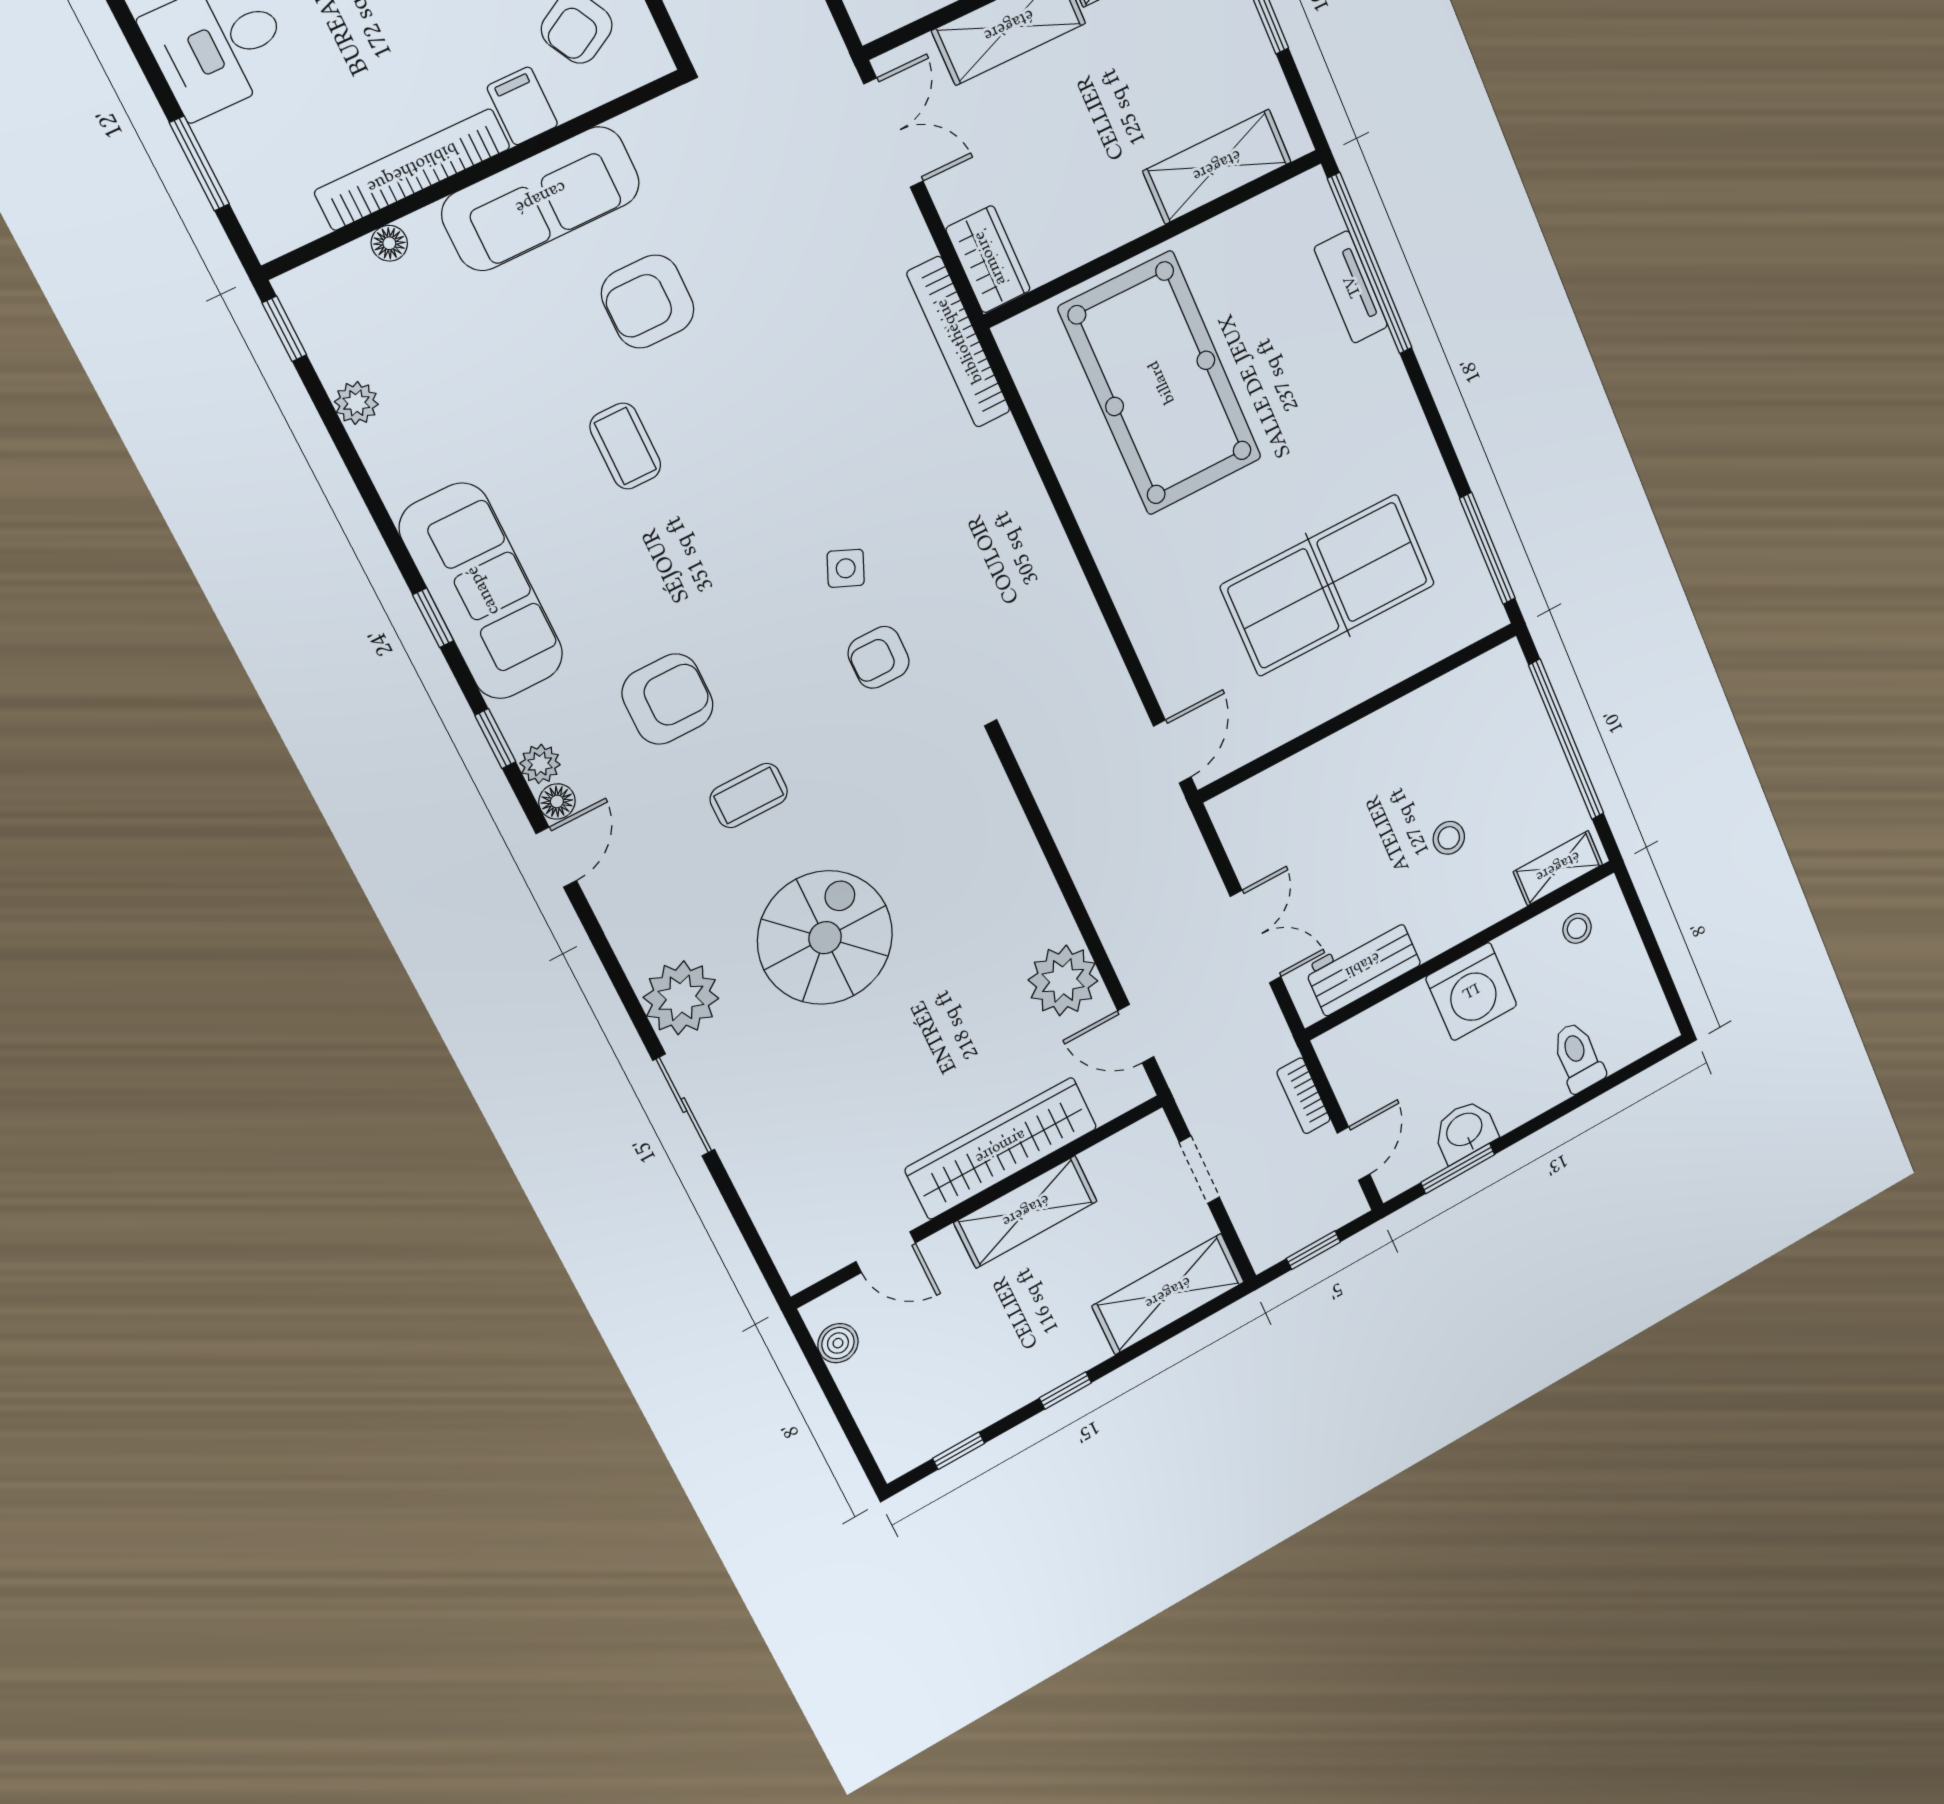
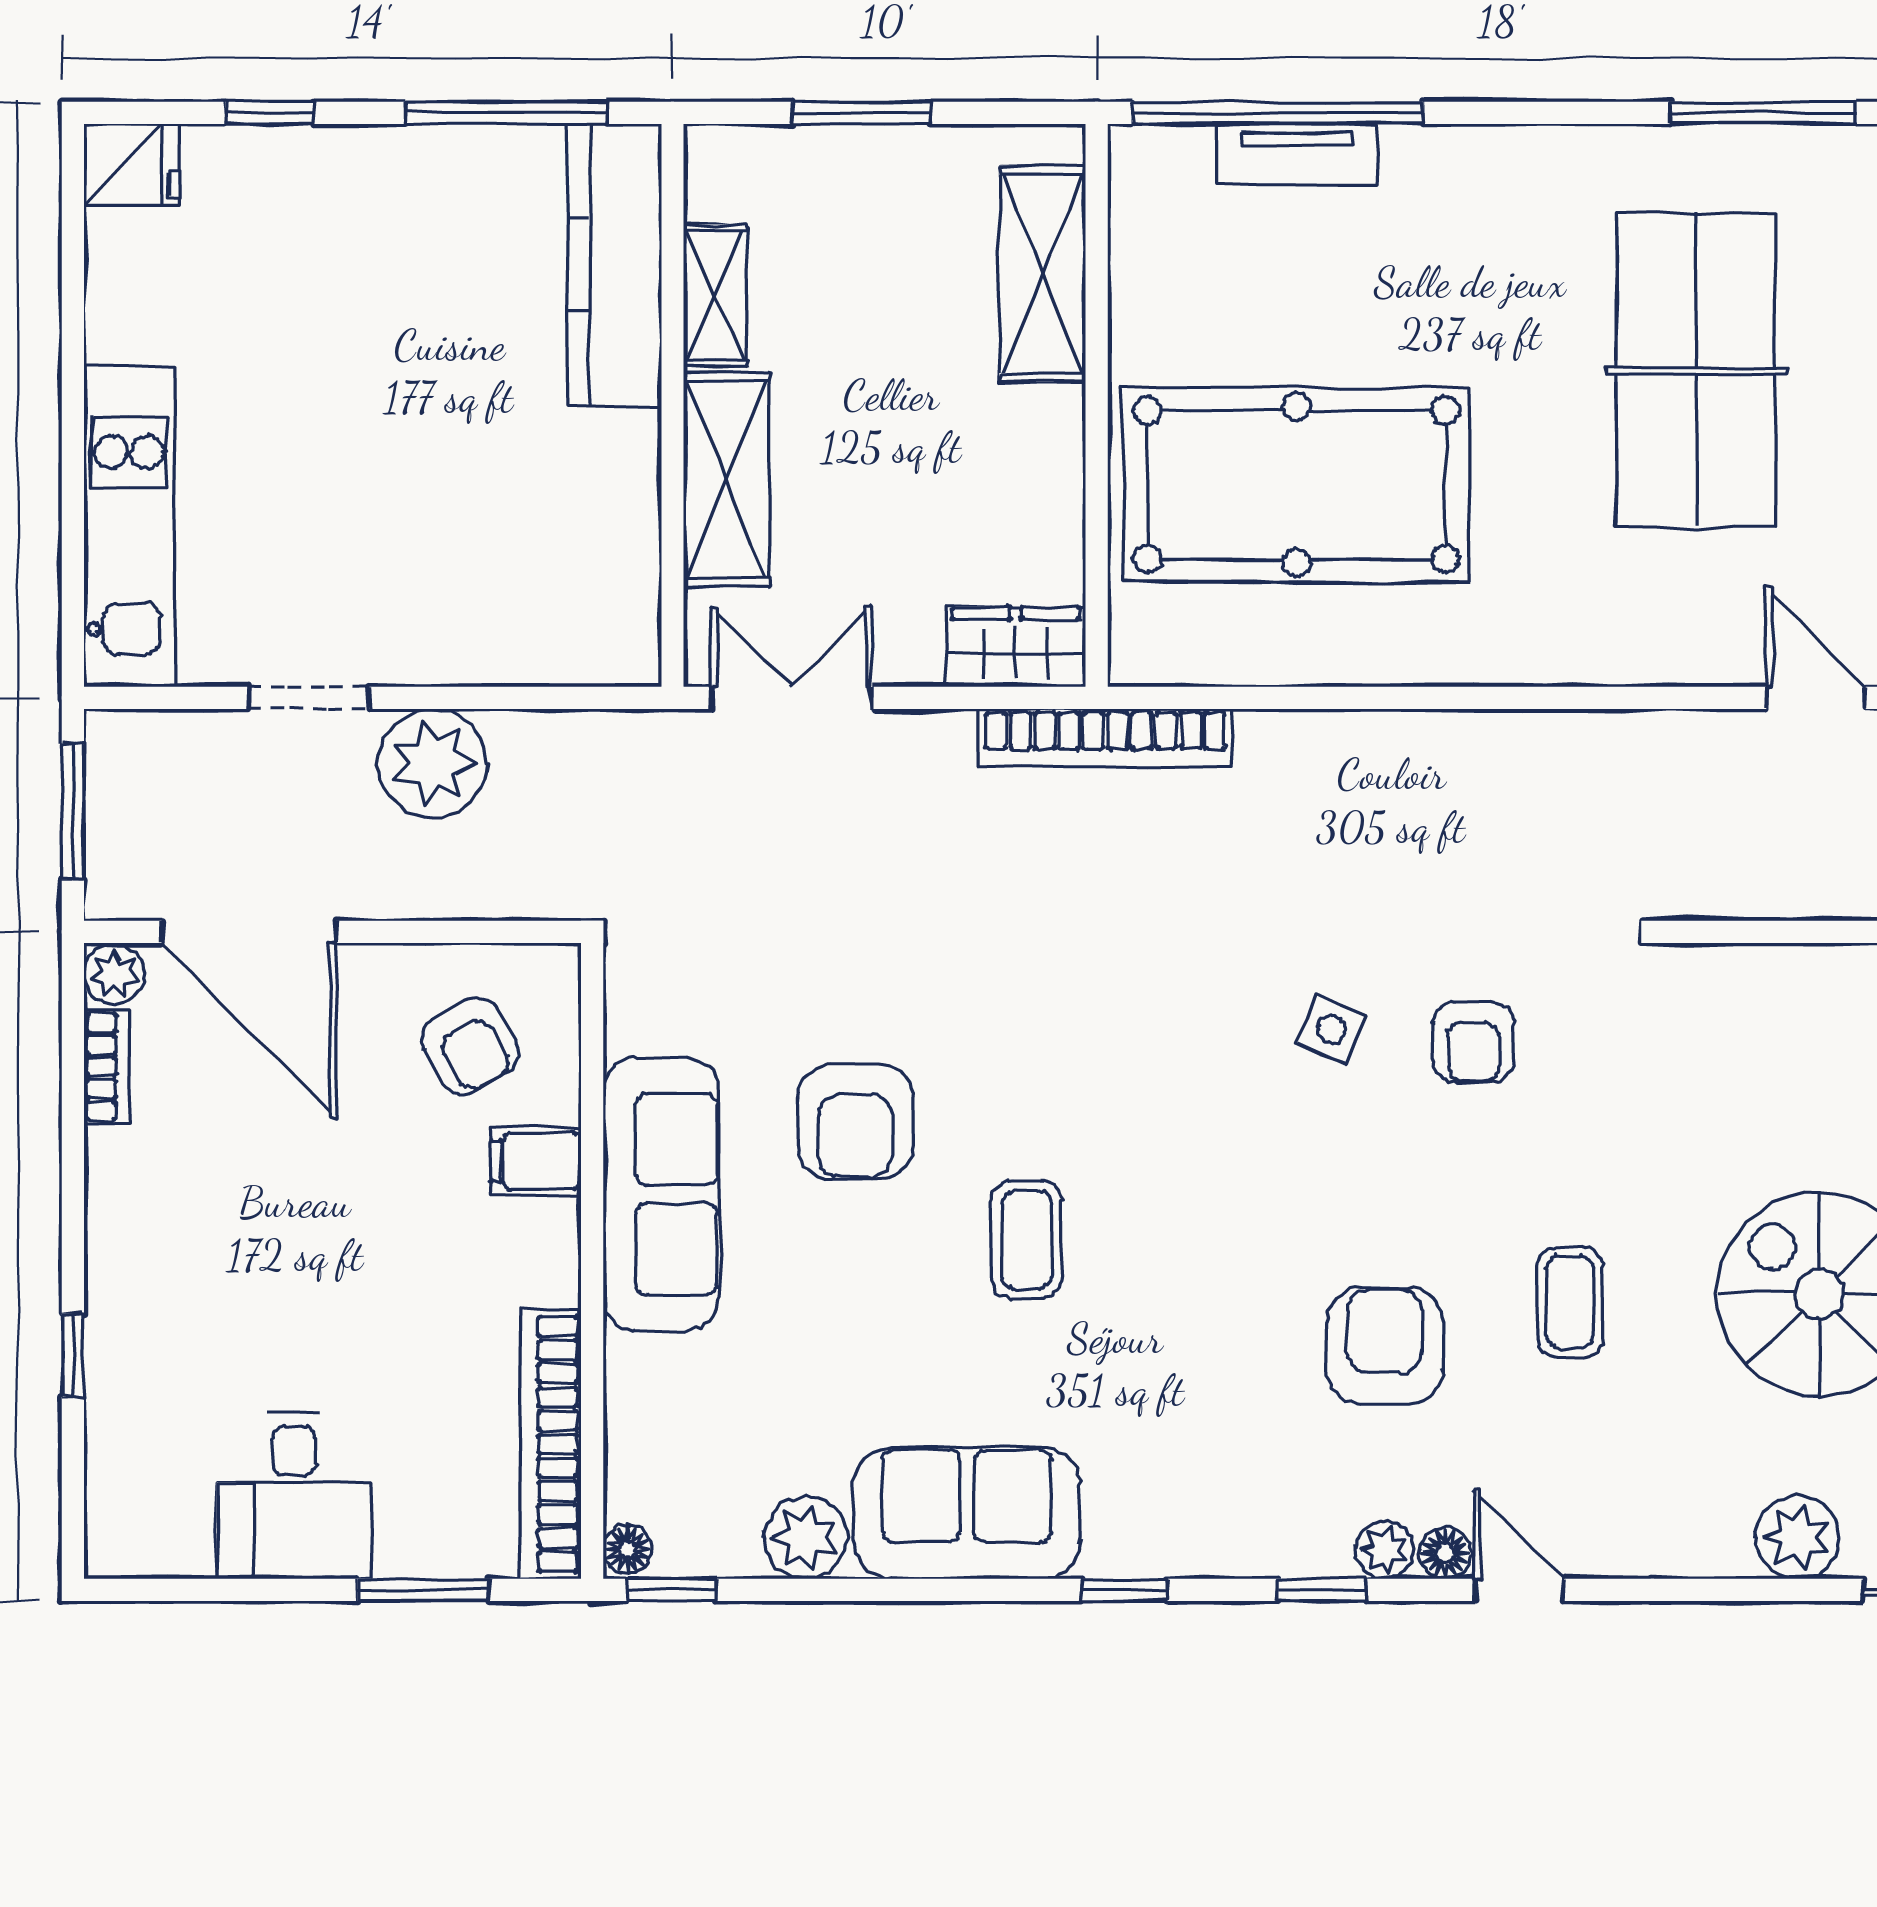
bookcase: (413, 169) -> (550, 1444), moved
floor lamp: (389, 243) -> (628, 1549), moved
plant: (356, 403) -> (806, 1537), width x1.38, depth x1.38
coffee table: (625, 446) -> (1026, 1240), turned 90
sofa: (481, 591) -> (967, 1513), moved, width x0.73
plant: (681, 998) -> (1797, 1538), width x0.73, depth x0.73

